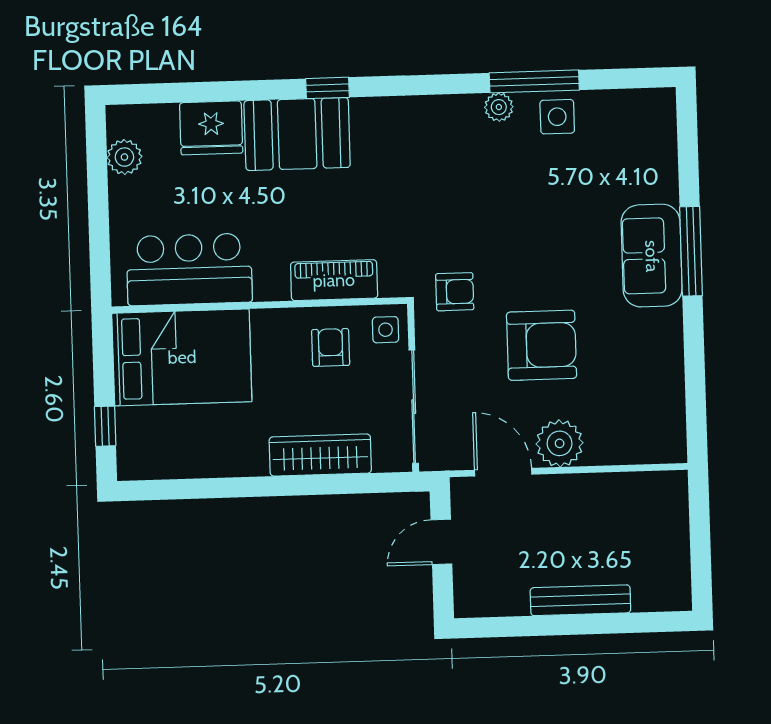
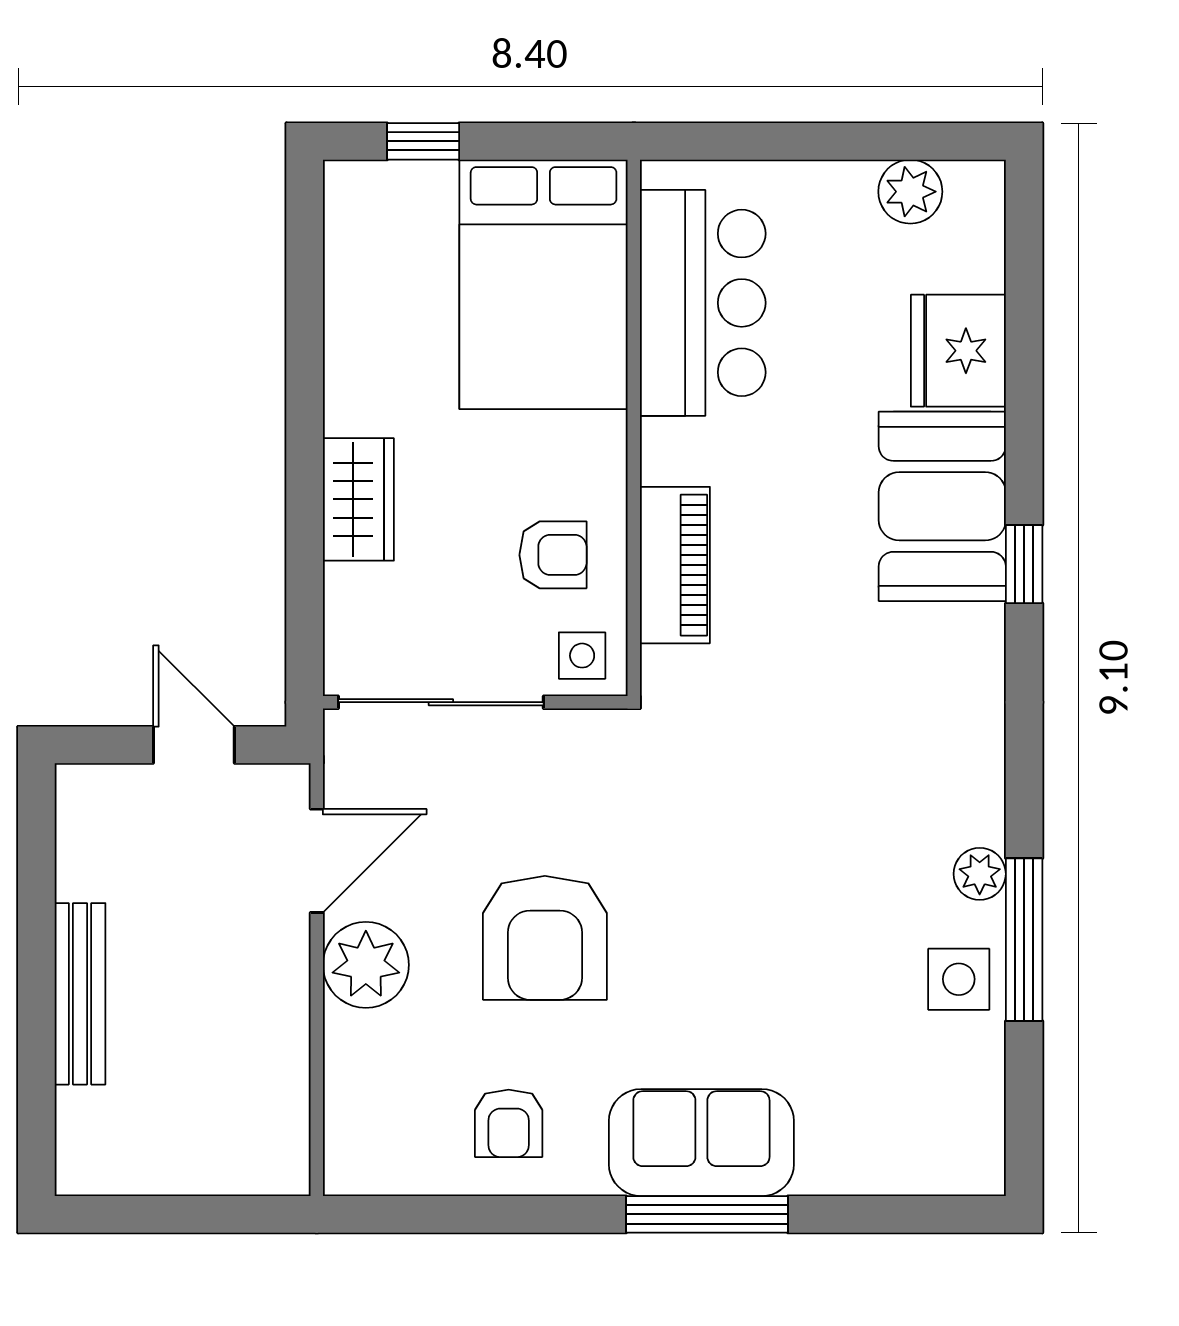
armchair: (455, 292) -> (509, 1123), moved
wardrobe: (320, 455) -> (358, 499), width x0.67

